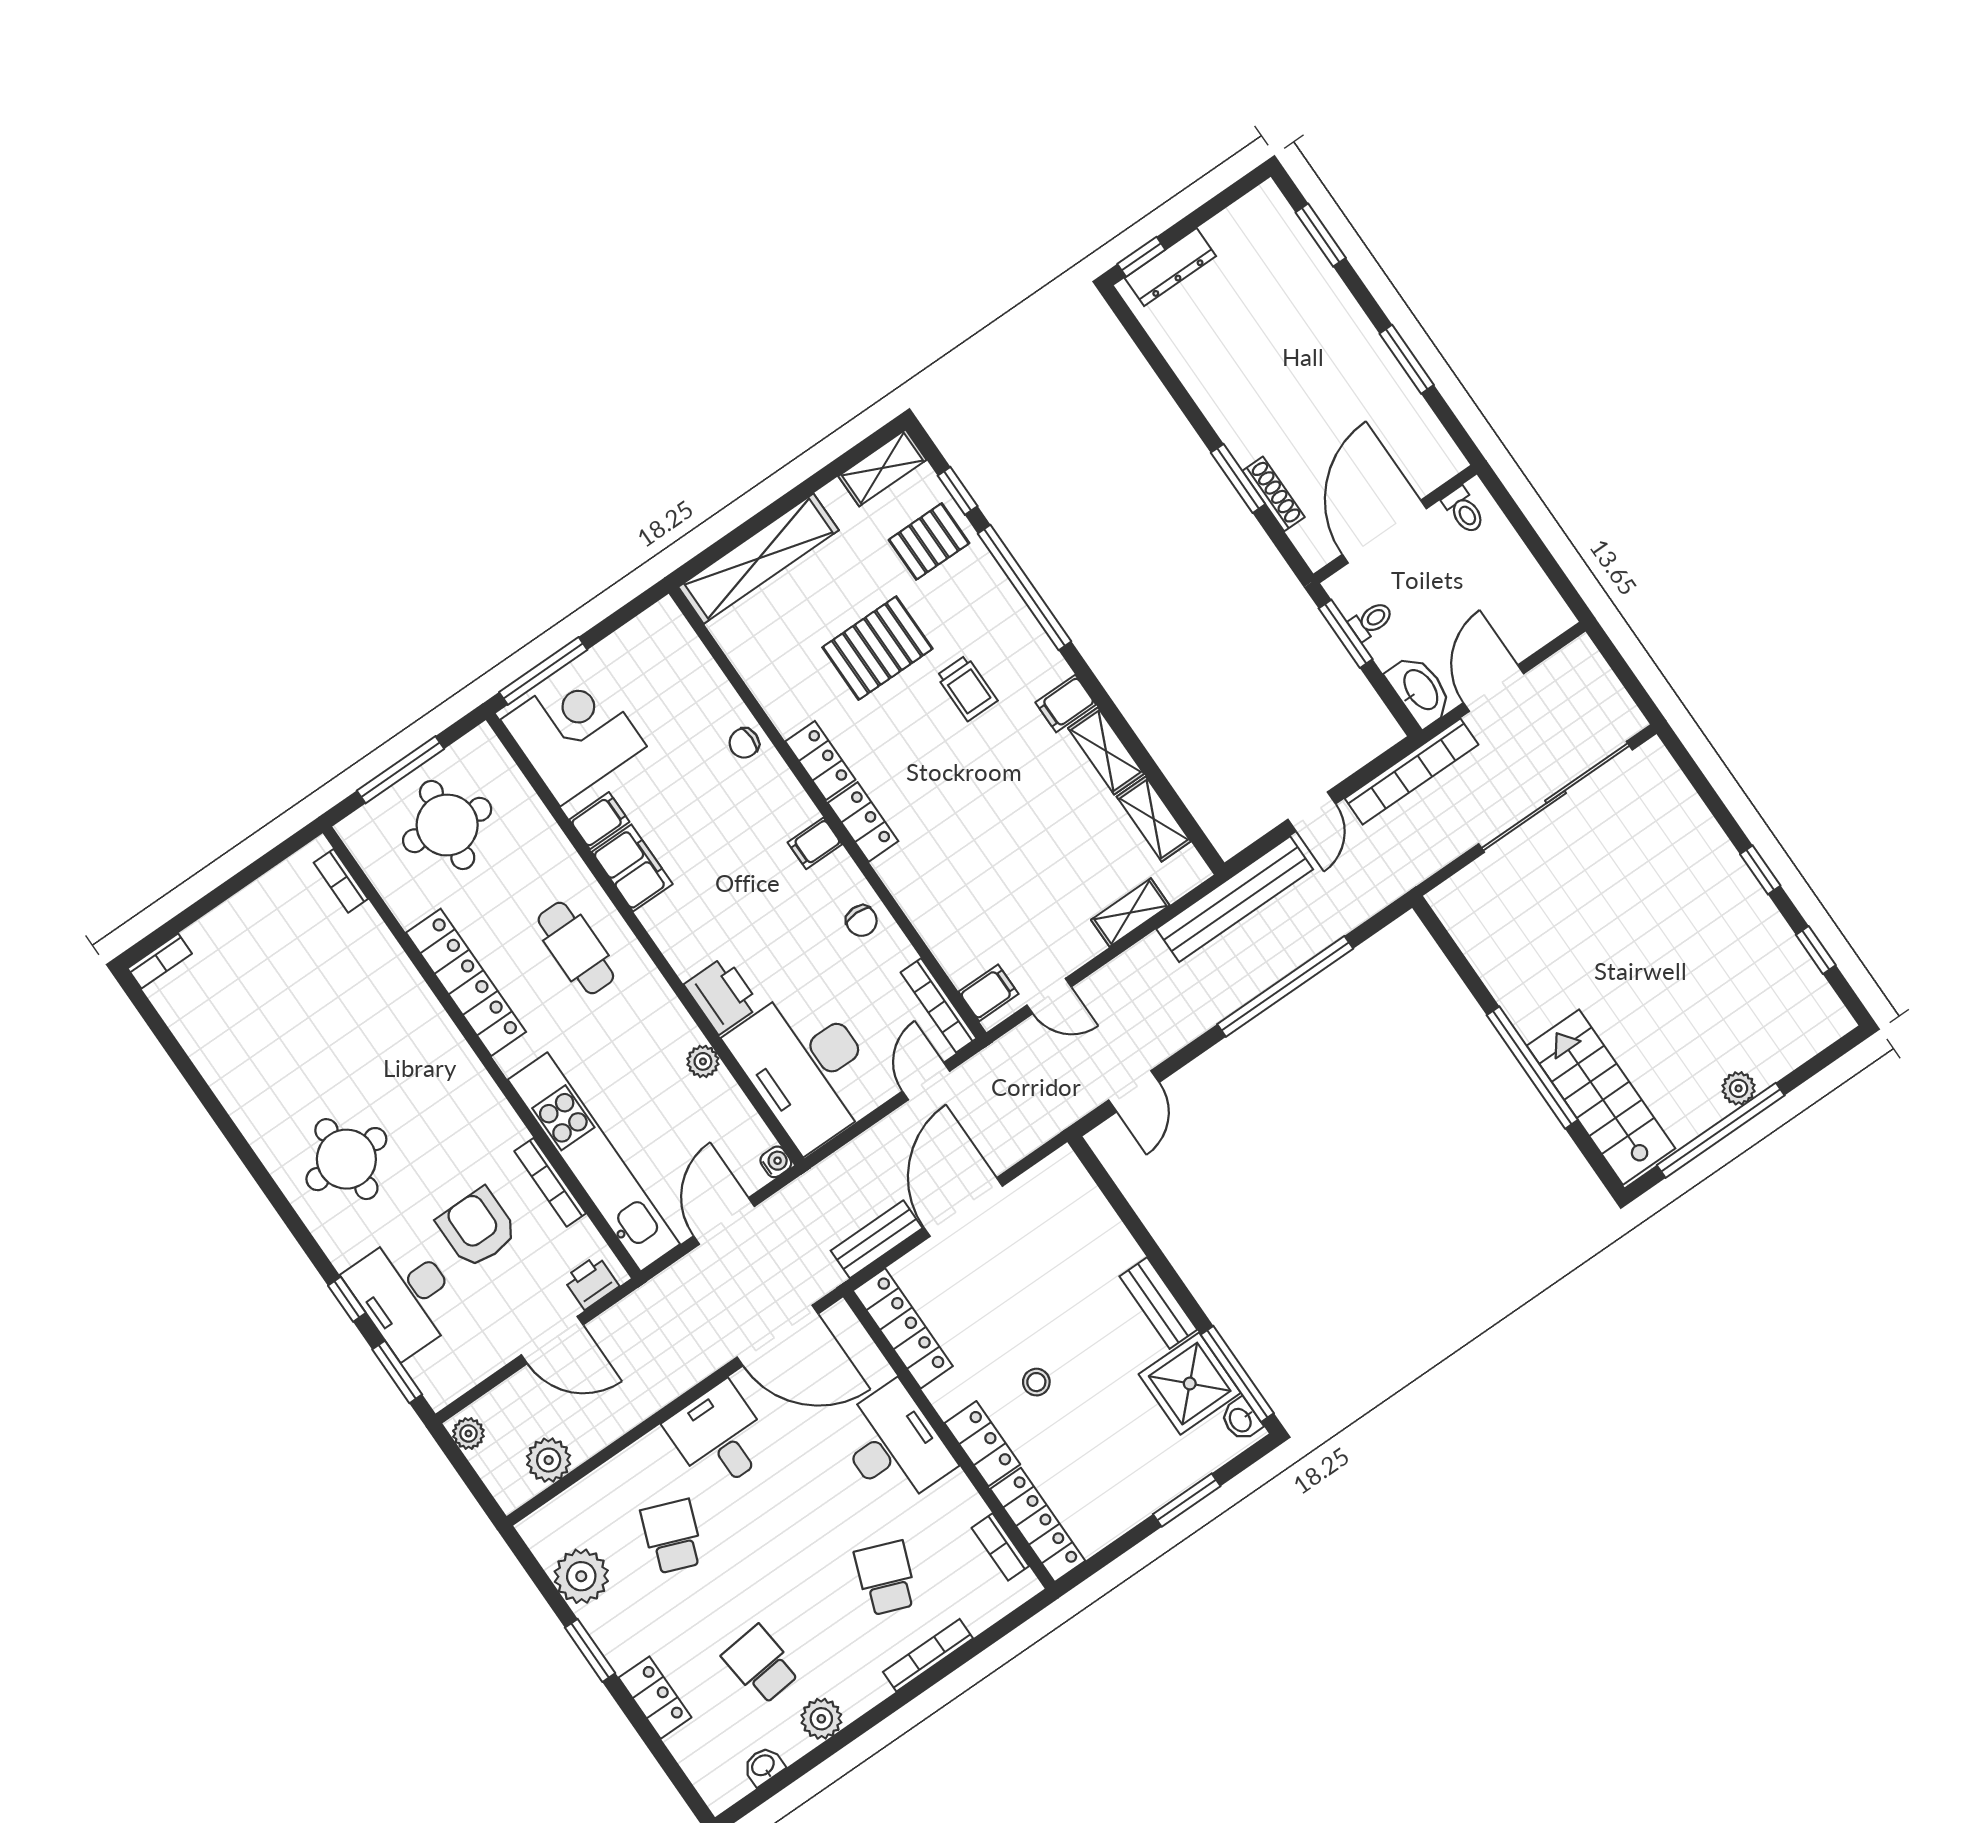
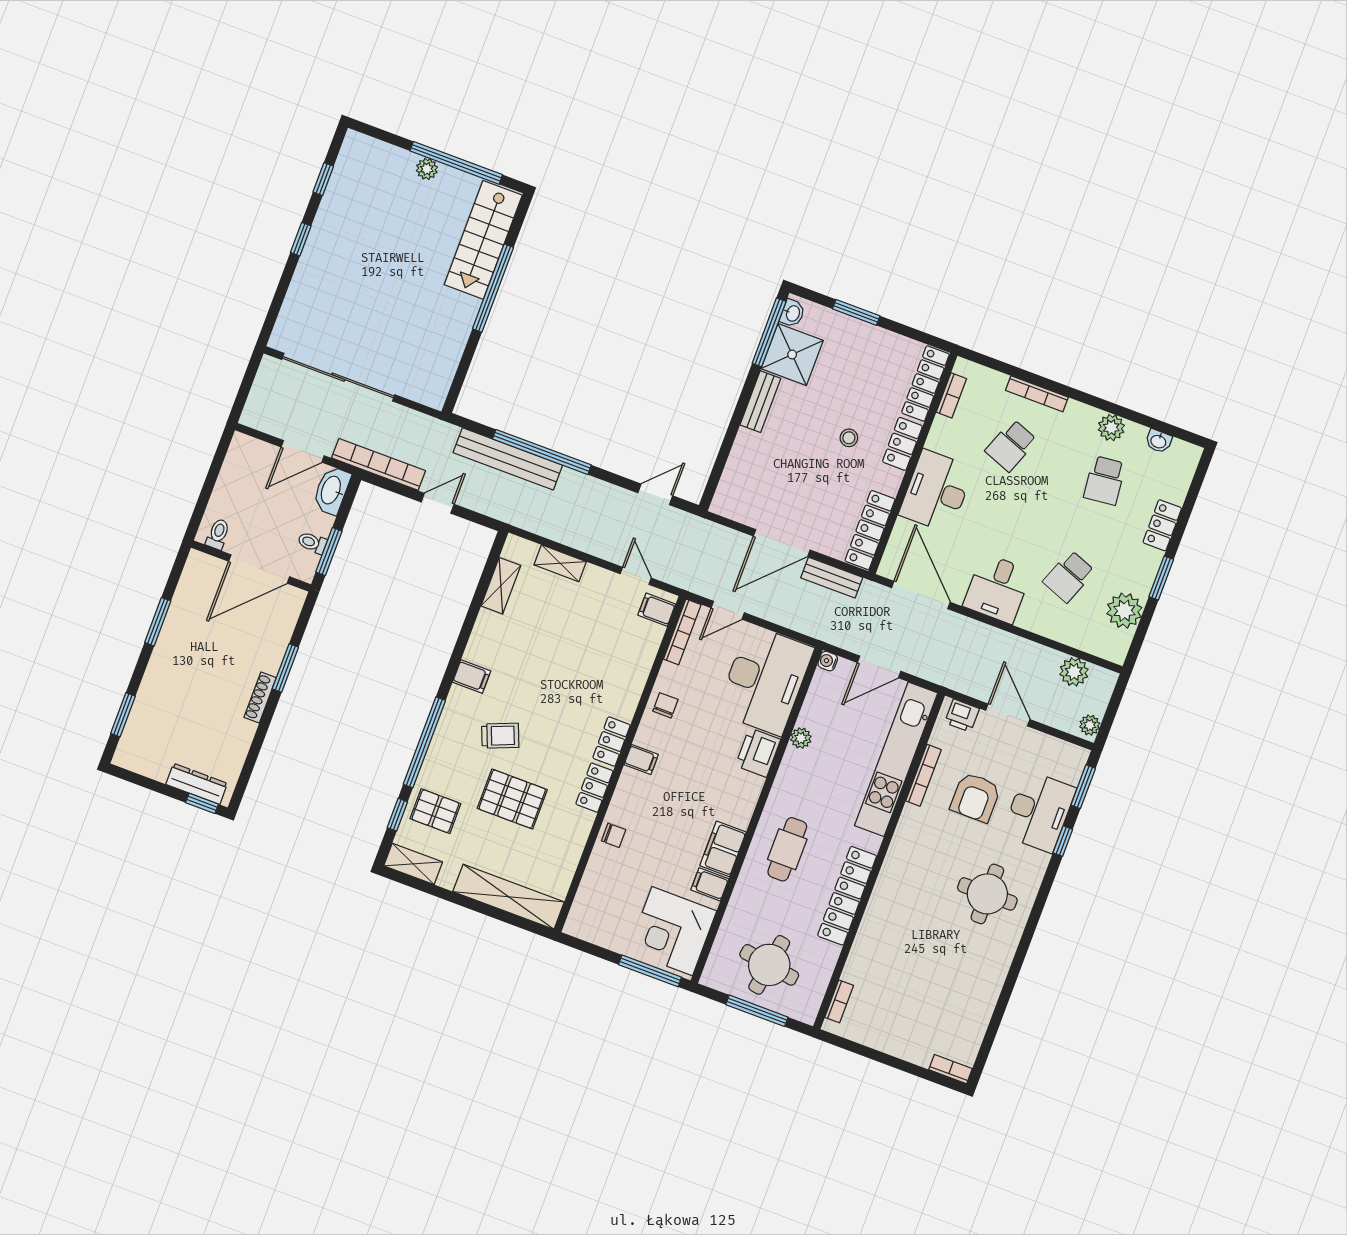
shoe rack: (1274, 494) -> (260, 698), moved
trolley: (967, 688) -> (500, 736), turned 68
shelving: (1106, 751) -> (482, 637), removed
bench: (1235, 899) -> (508, 459), moved

